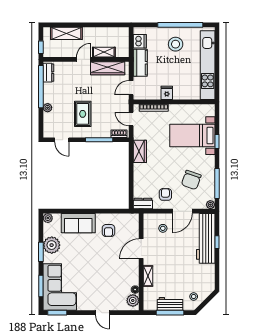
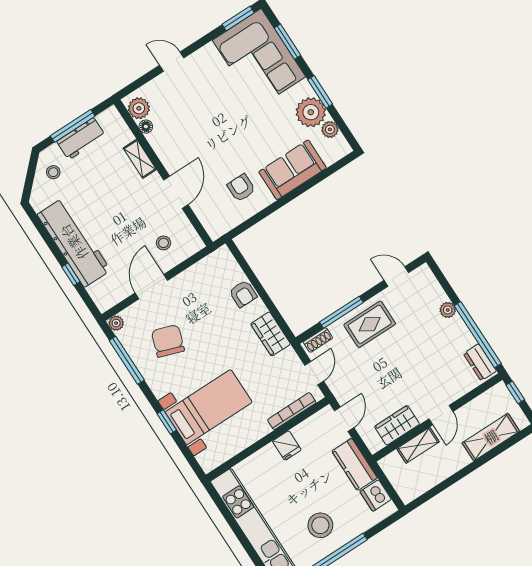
wardrobe: (108, 68) -> (397, 425), width x0.67
rug: (83, 114) -> (370, 324), moved, turned 90
door: (131, 119) -> (314, 373), hinge flipped
armchair: (165, 194) -> (243, 294), moved
dresser: (143, 204) -> (216, 260), removed
plant: (48, 218) -> (330, 129), moved
workbench: (206, 238) -> (74, 242), moved

